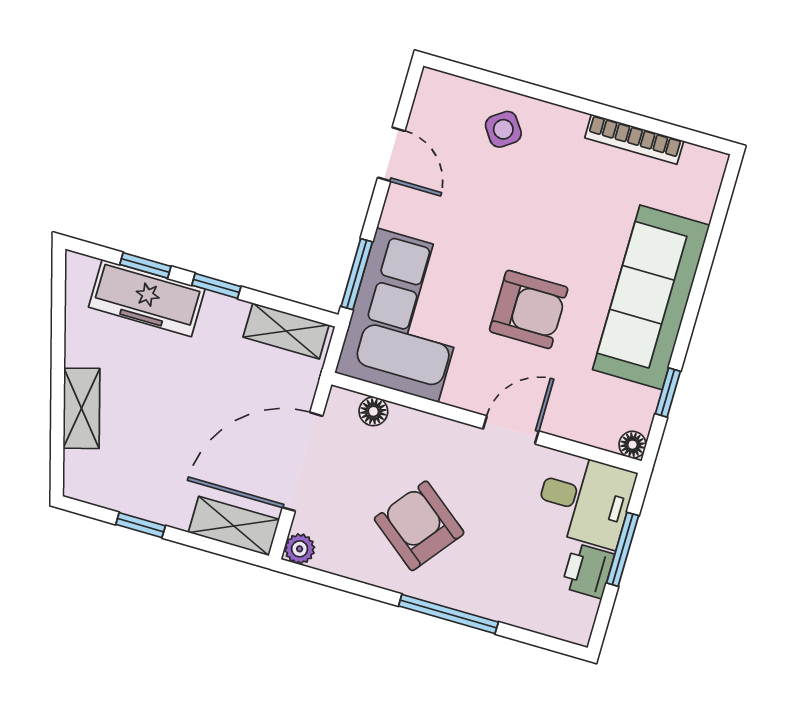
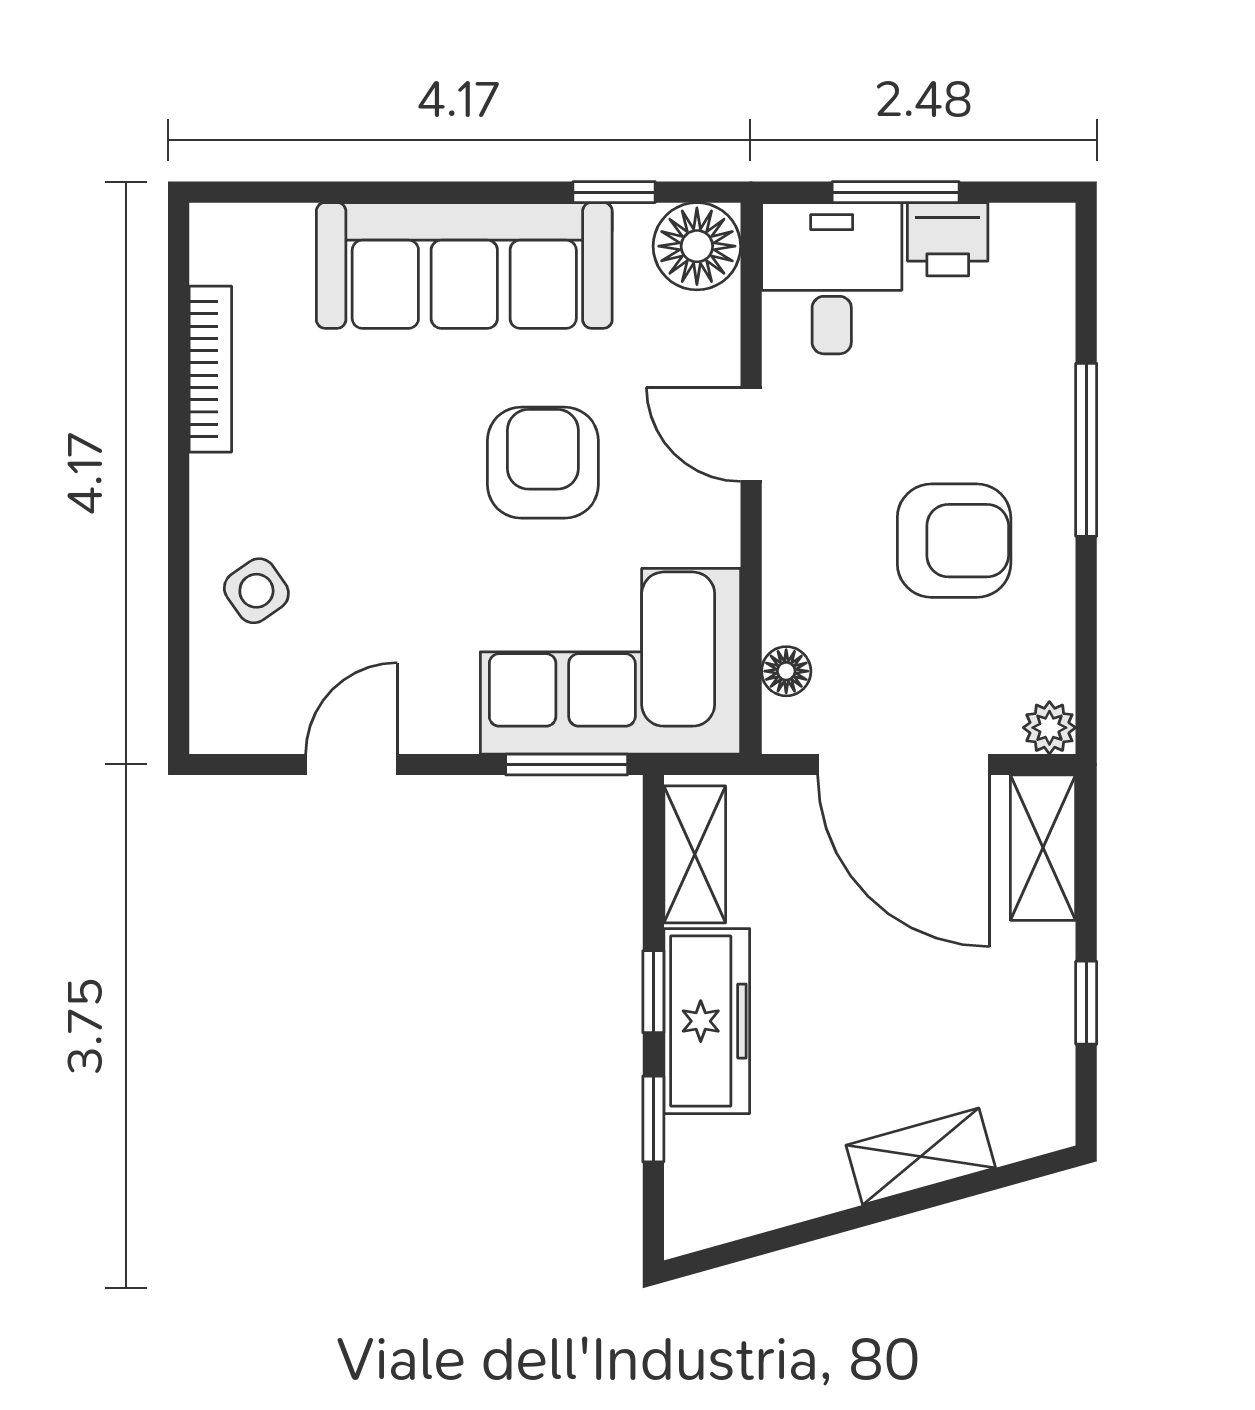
freezer: (147, 298) -> (707, 1021), moved
floor lamp: (633, 445) -> (697, 246), width x1.89, depth x1.89
armchair: (419, 526) -> (954, 541), turned -128

